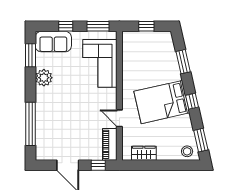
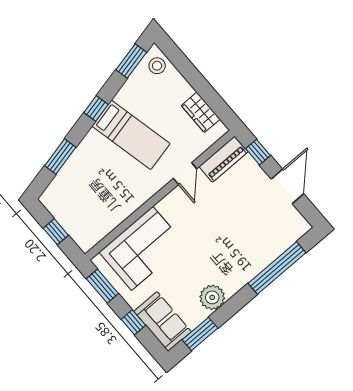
bed: (162, 102) -> (131, 135), width x0.67

